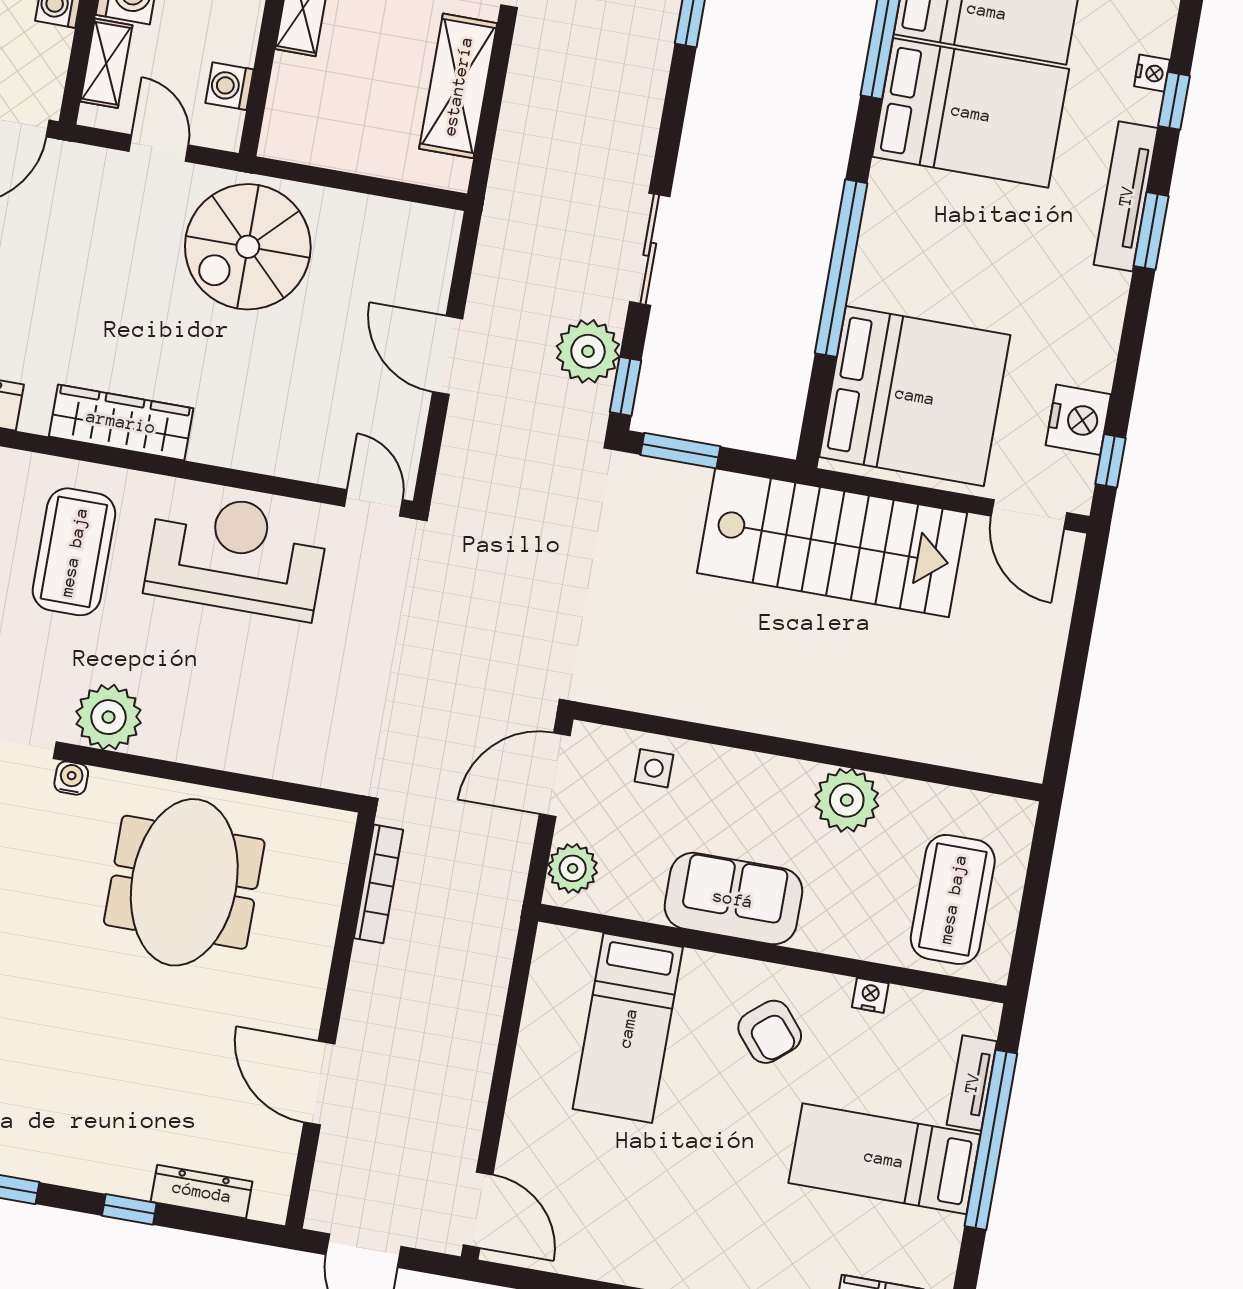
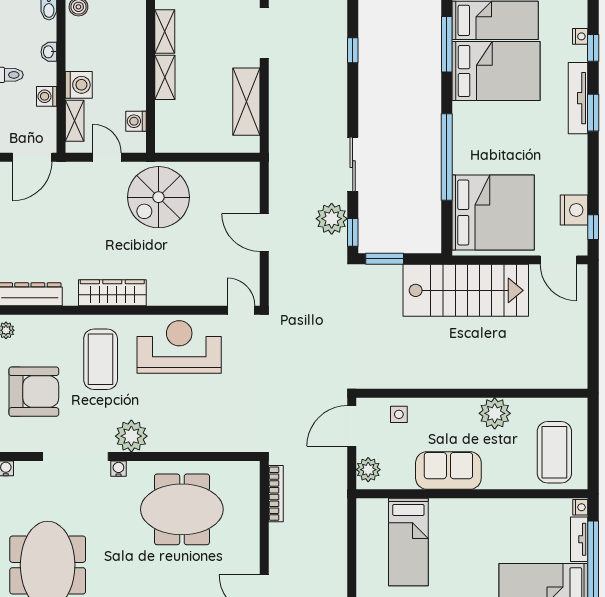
meeting table: (184, 882) -> (182, 509), turned 90
nightstand: (870, 995) -> (580, 507), moved, turned 90
armchair: (770, 1032) -> (477, 532), removed

